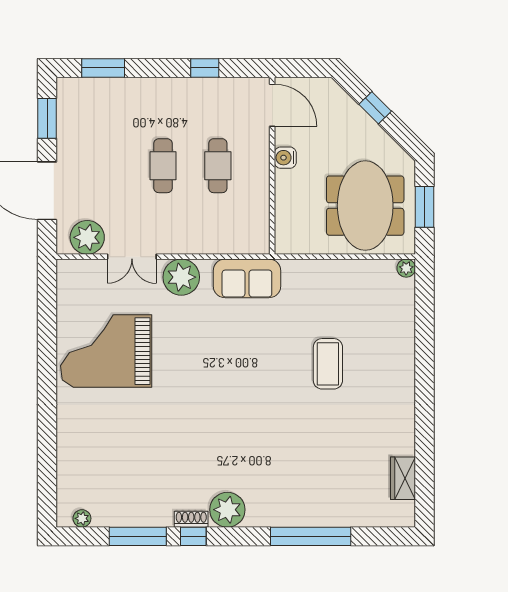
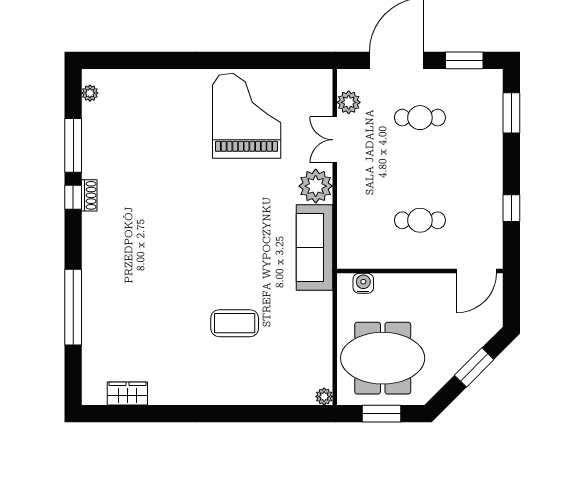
window: (375, 108) -> (474, 367), width x1.50
water cooler: (285, 158) -> (363, 283), moved
cafe table: (163, 166) -> (420, 118), moved
plant: (87, 237) -> (349, 102), width x0.73, depth x0.73
sofa: (247, 278) -> (315, 248), width x1.36
plant: (227, 510) -> (98, 229), removed

